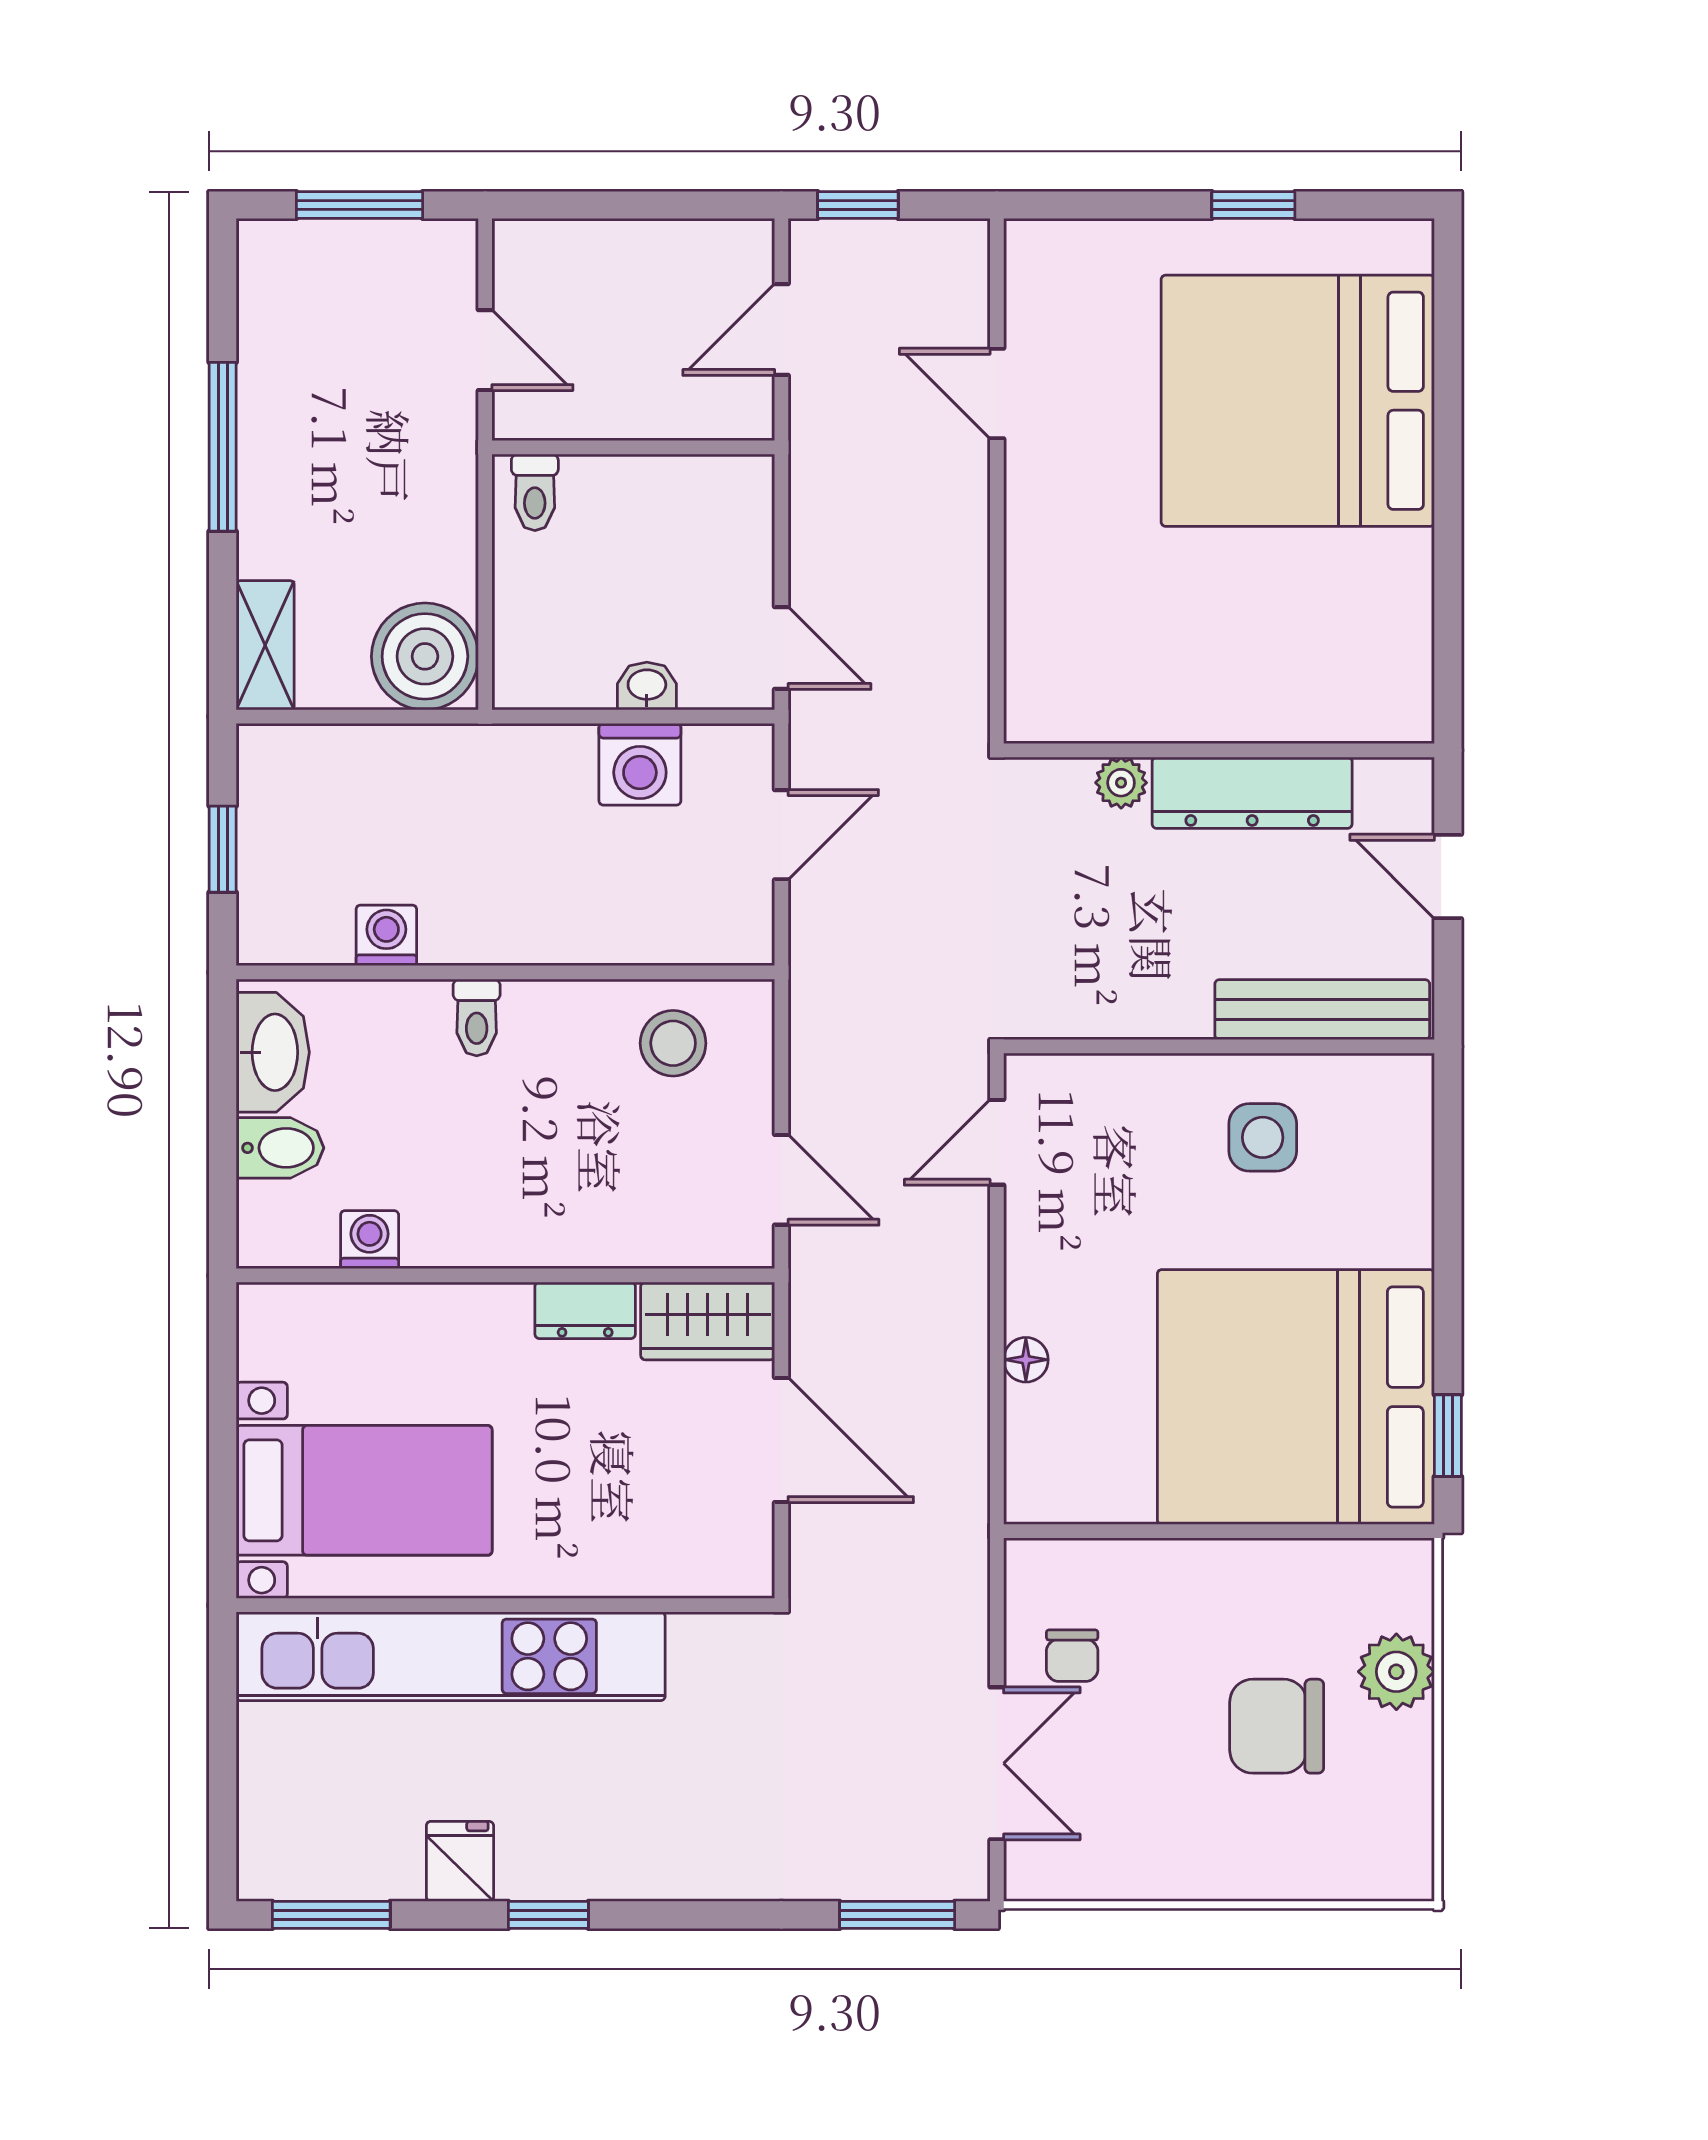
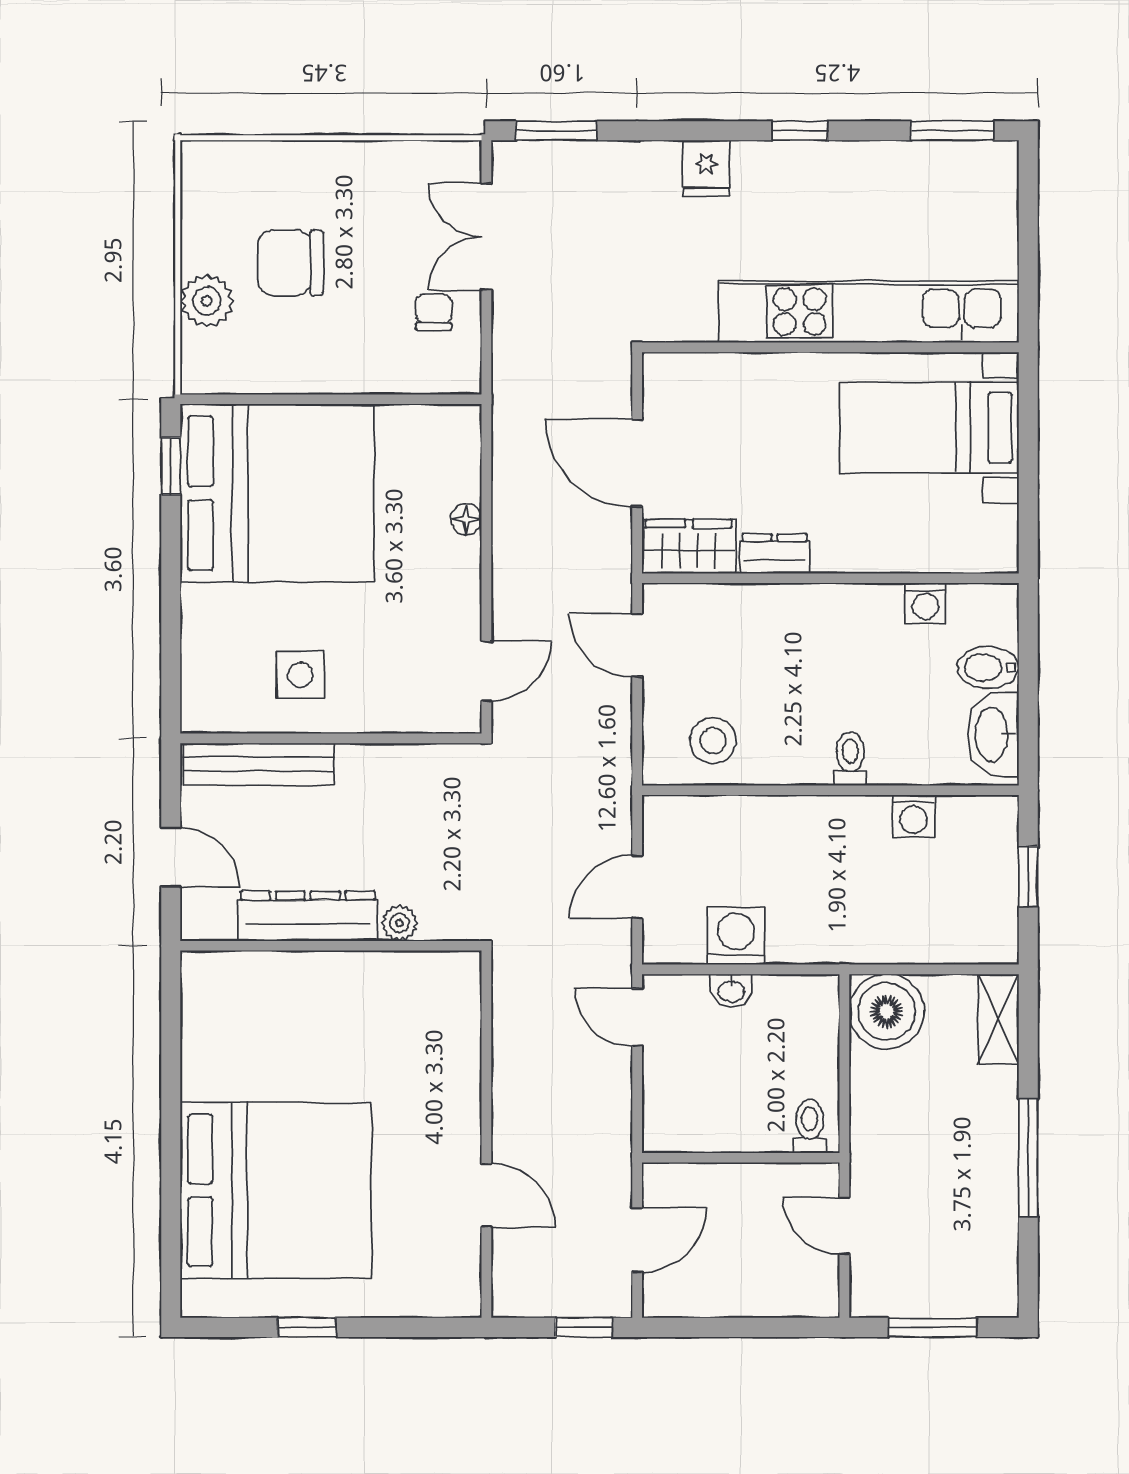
chair: (1277, 1726) -> (291, 263), turned 180
fridge: (460, 1861) -> (706, 168), moved

